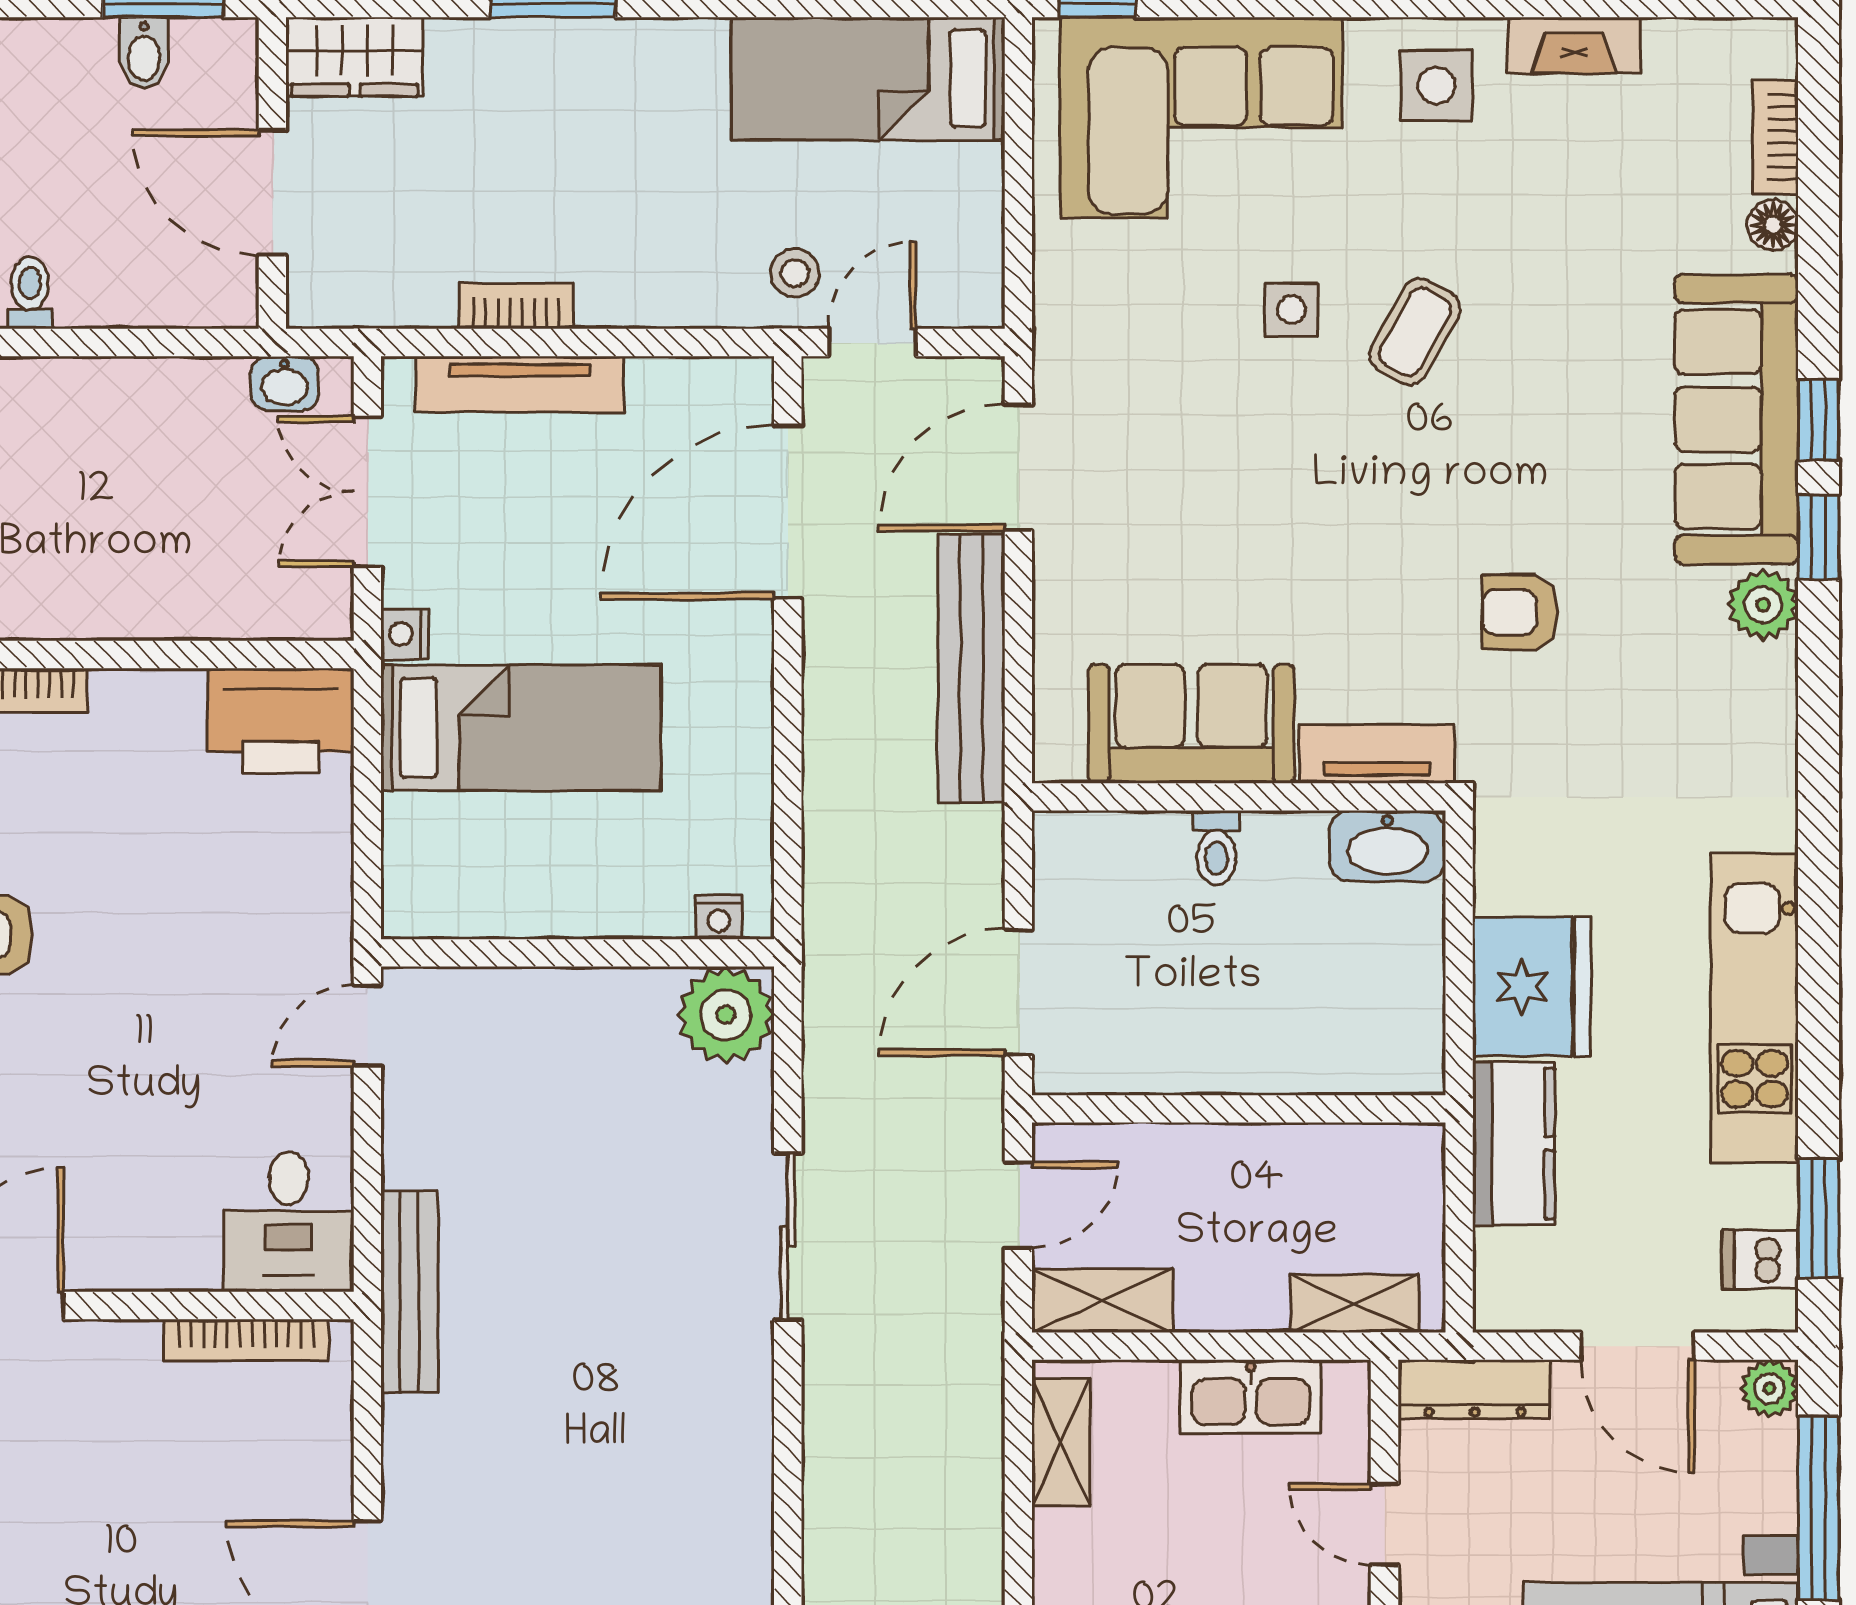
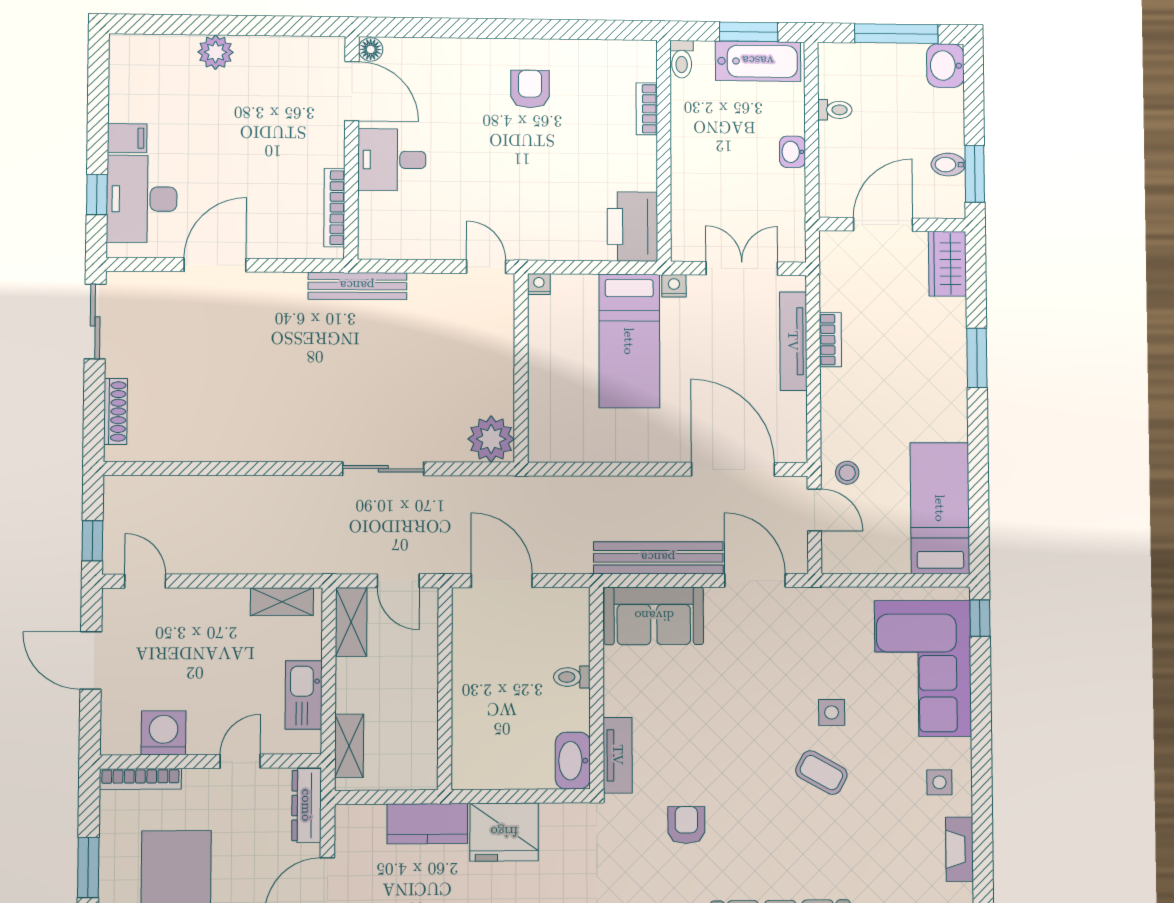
side table: (1436, 86) -> (939, 782), width x0.73, depth x0.73
washbasin: (285, 383) -> (792, 152), moved
sofa: (1191, 724) -> (654, 616), moved, turned 90
nightstand: (719, 917) -> (539, 284), moved, turned 90
desk: (289, 1222) -> (392, 160), moved

